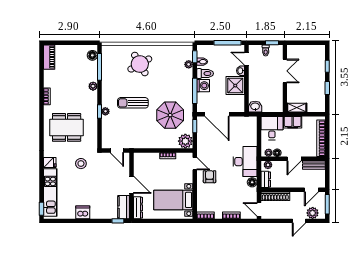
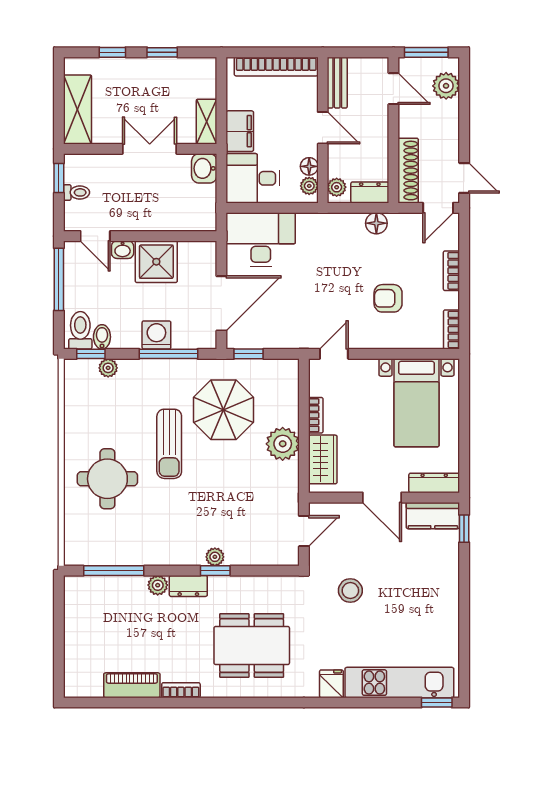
shelving: (302, 51) -> (77, 109), added
floor lamp: (92, 55) -> (88, 587), removed
piano: (49, 57) -> (132, 685), moved
door: (247, 59) -> (95, 236), hinge flipped
round table: (140, 64) -> (107, 479), turned 30
double door: (285, 71) -> (150, 149), moved
toilet: (205, 73) -> (80, 330), moved
dresser: (93, 100) -> (188, 586), added
sun lounger: (133, 103) -> (169, 444), moved
washbasin: (255, 107) -> (204, 168), moved
dining table: (67, 127) -> (252, 645), turned 90
plant: (185, 141) -> (283, 444), moved
wardrobe: (148, 159) -> (323, 459), added
desk: (245, 162) -> (261, 240), moved
stool: (81, 164) -> (350, 591), moved
armchair: (210, 177) -> (388, 298), moved
door: (132, 185) -> (382, 498), swing flipped
dishwasher: (83, 212) -> (445, 608), removed
door: (299, 221) -> (464, 178), moved

